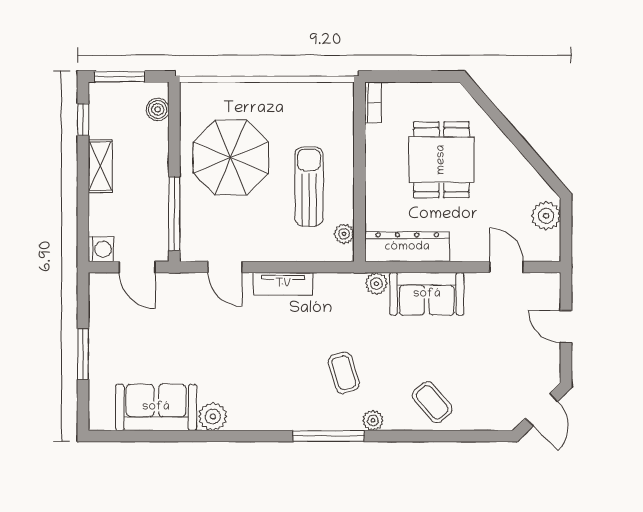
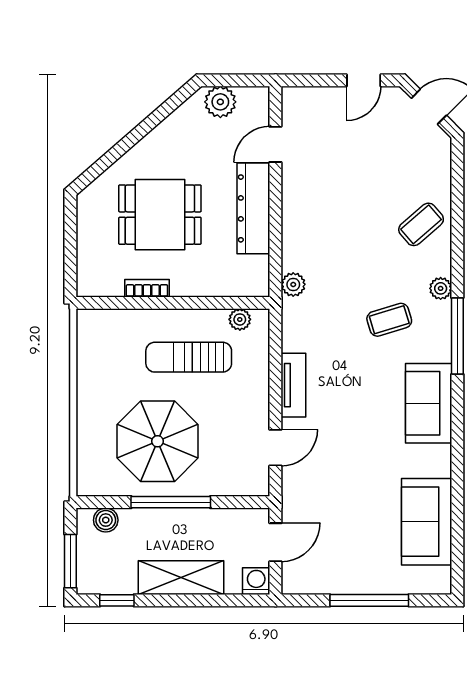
bookcase: (373, 102) -> (147, 288), moved
shelving: (100, 166) -> (181, 578), width x1.50, depth x1.33
window: (174, 214) -> (171, 502), moved
dresser: (407, 247) -> (253, 208), moved
sofa: (427, 294) -> (429, 403), moved, turned 180
door: (566, 327) -> (364, 80), moved
window: (83, 354) -> (369, 600), width x1.44
plant: (213, 416) -> (436, 461), removed

